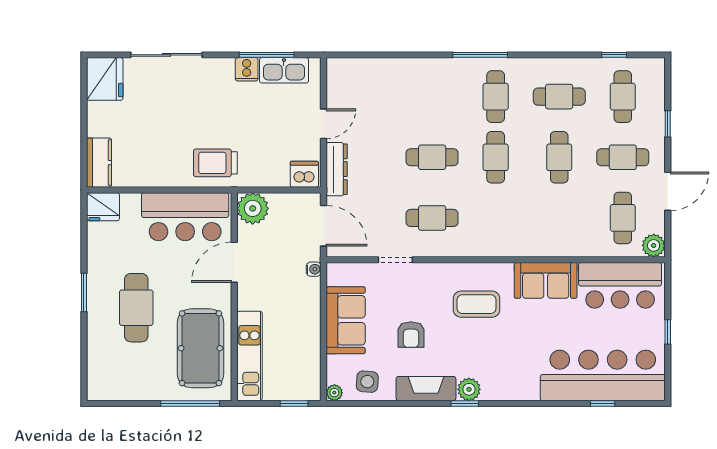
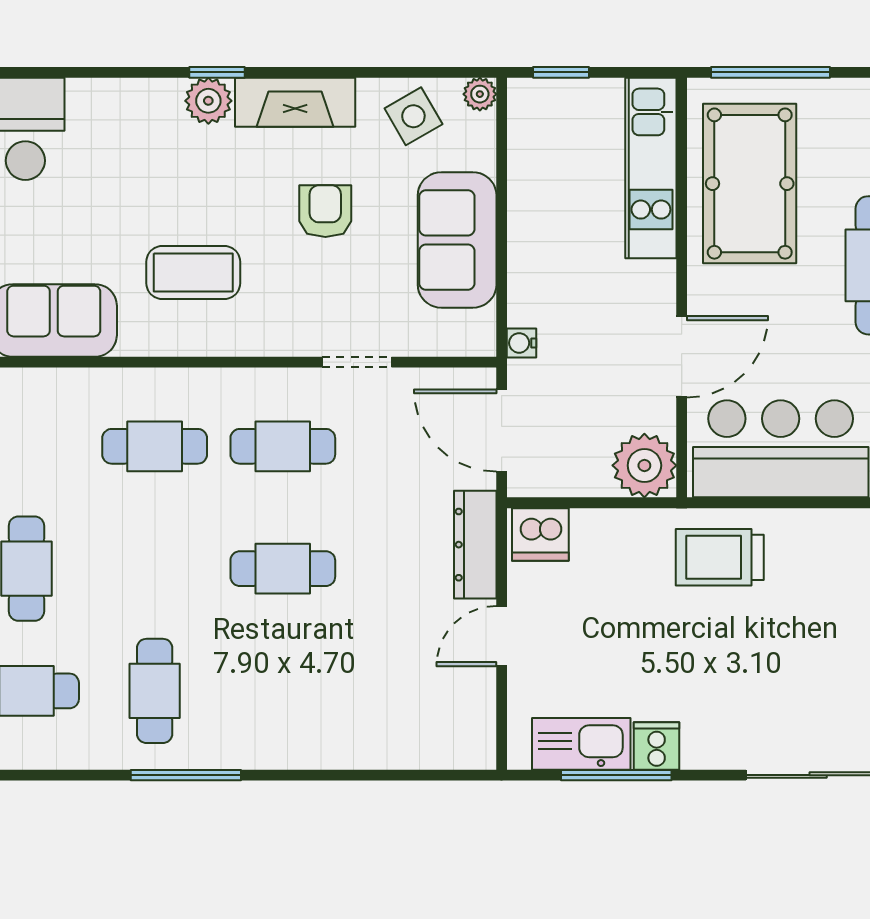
cafe table: (496, 157) -> (155, 446), moved, turned 90
trolley: (215, 163) -> (720, 557), turned 180
side table: (367, 382) -> (413, 116), turned -34

